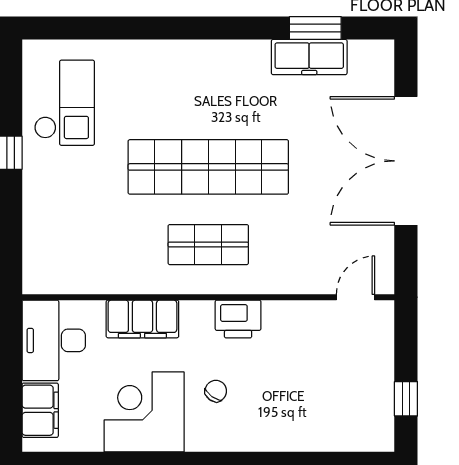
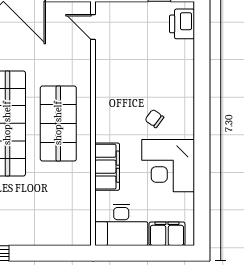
shop shelf: (208, 245) -> (58, 123), width x1.43, depth x1.36
printer: (238, 319) -> (182, 24), moved, turned 180

